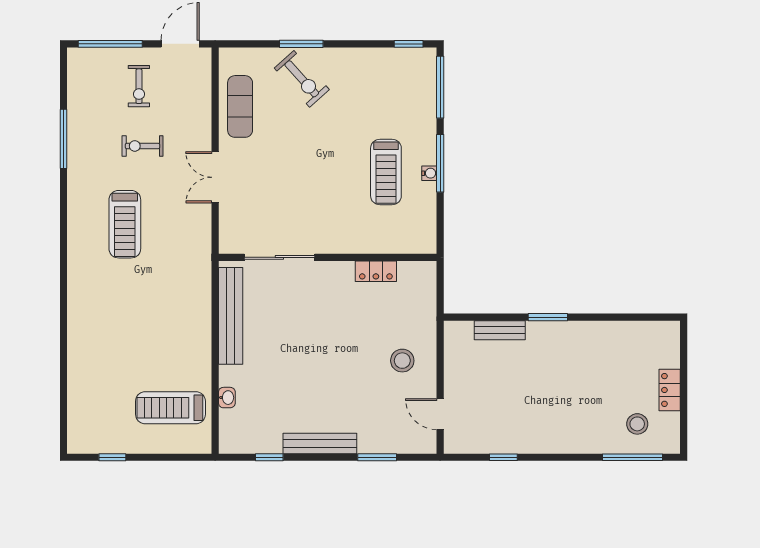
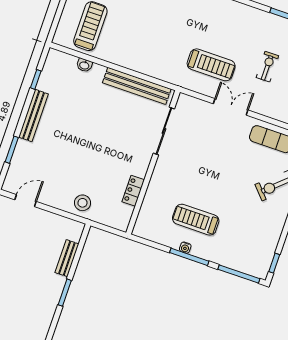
treadmill: (125, 224) -> (211, 65), moved, turned 180
stool: (402, 361) -> (82, 203), moved

